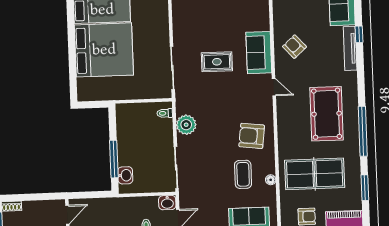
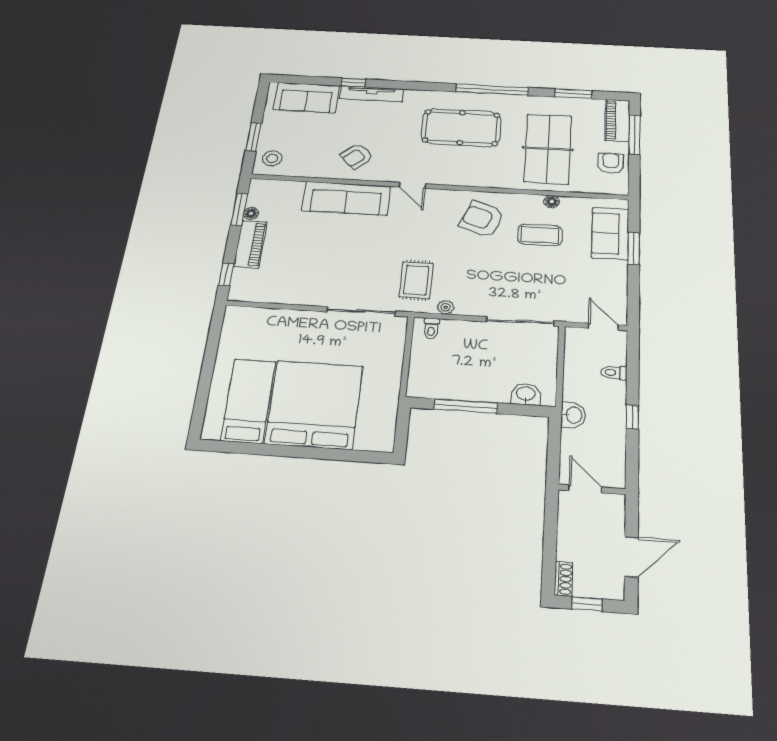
sofa: (259, 53) -> (346, 198), width x1.36
rug: (217, 62) -> (416, 280), moved
door: (274, 87) -> (412, 185), swing flipped
plant: (186, 125) -> (446, 307), width x0.53, depth x0.53
armchair: (252, 136) -> (482, 219), turned 103
window: (114, 159) -> (466, 406), moved
washbasin: (167, 203) -> (573, 415), moved

